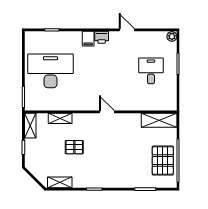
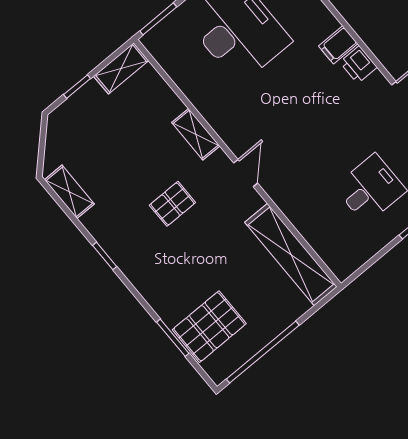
shelving: (60, 118) -> (196, 134), moved
shelving: (159, 120) -> (291, 254), width x1.47
pallet: (74, 147) -> (172, 204), moved, turned 90
pallet: (163, 161) -> (209, 327), moved

